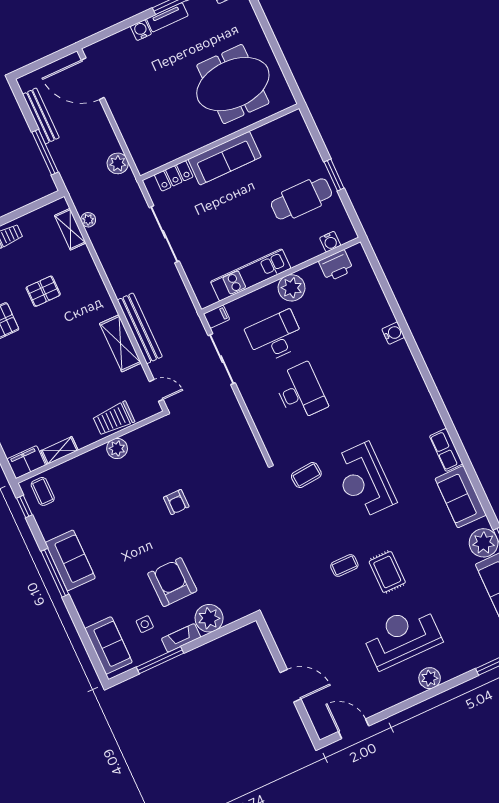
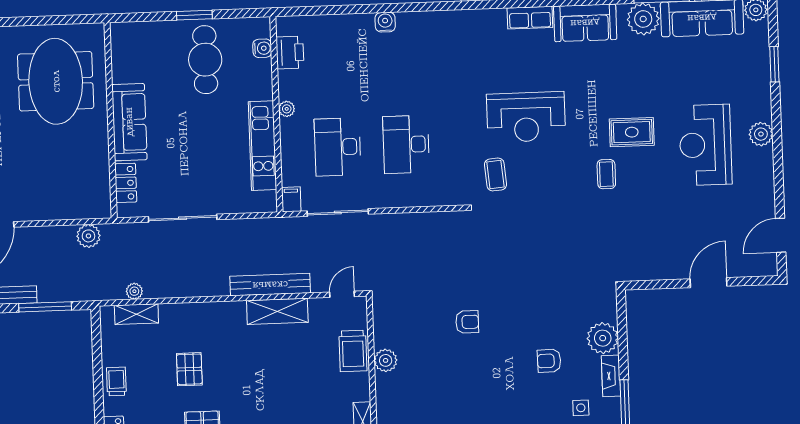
plant: (291, 288) -> (287, 109), width x0.53, depth x0.53
desk: (300, 392) -> (406, 144), turned -90
armchair: (172, 582) -> (549, 361), width x0.53, depth x0.53

